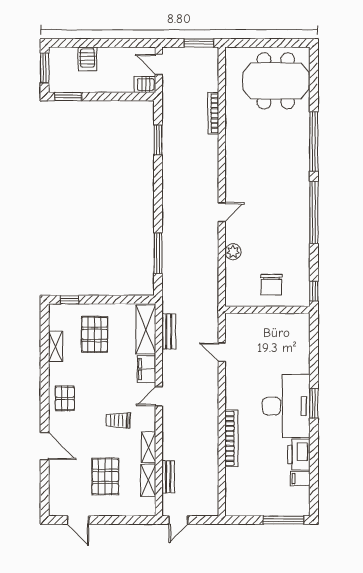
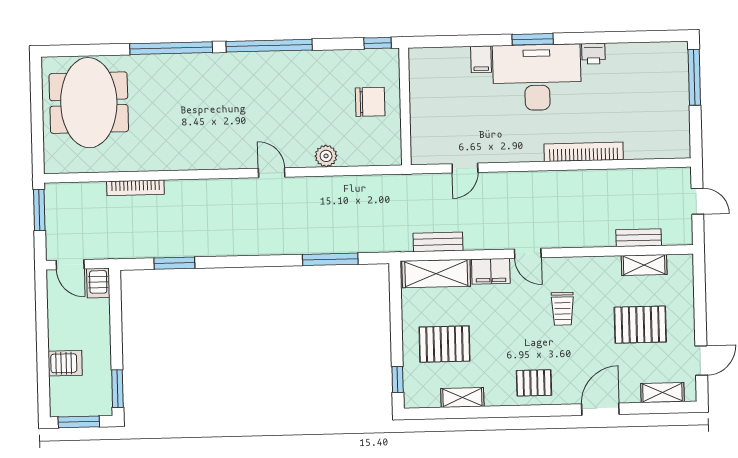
door: (159, 64) -> (70, 265), hinge flipped
shelving: (149, 447) -> (662, 393), moved
printer: (299, 455) -> (593, 54), width x0.53, depth x0.68
filing cabinet: (300, 479) -> (481, 59), moved
door: (179, 520) -> (697, 201), moved

